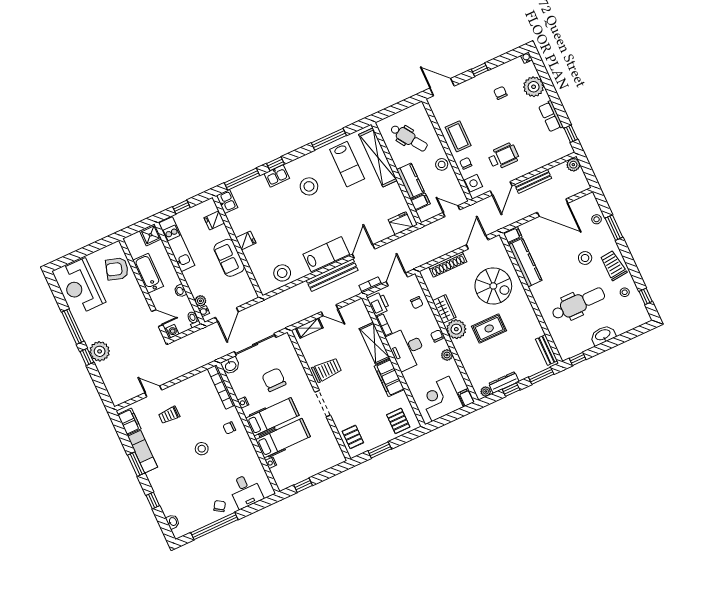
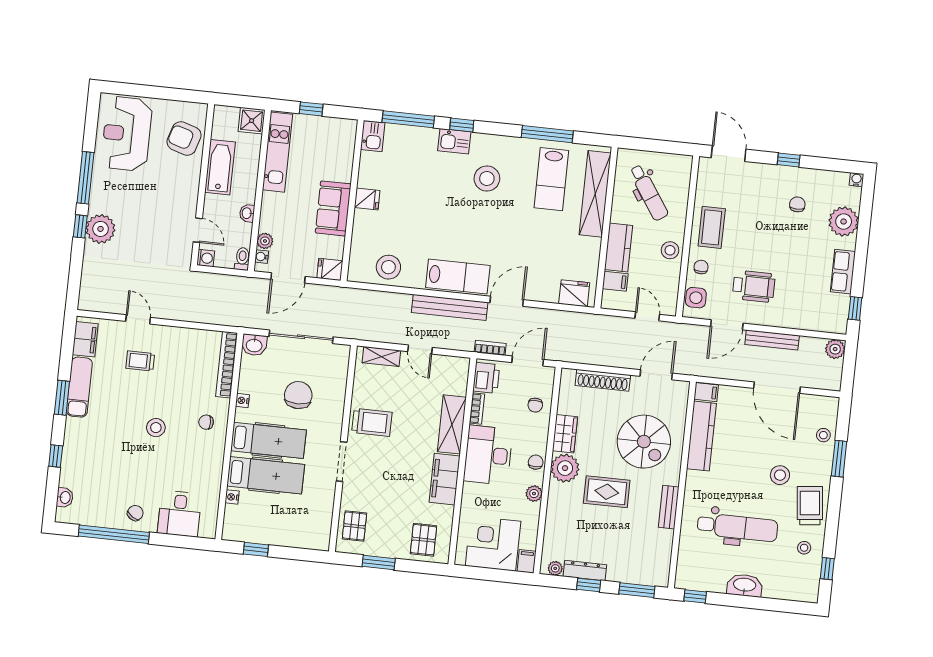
fridge: (214, 220) -> (330, 269), moved
bench: (547, 350) -> (669, 507), moved

